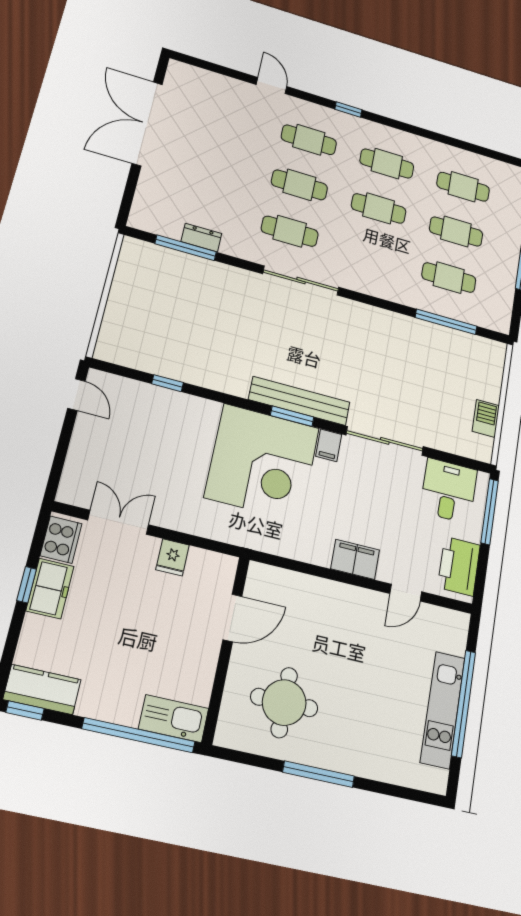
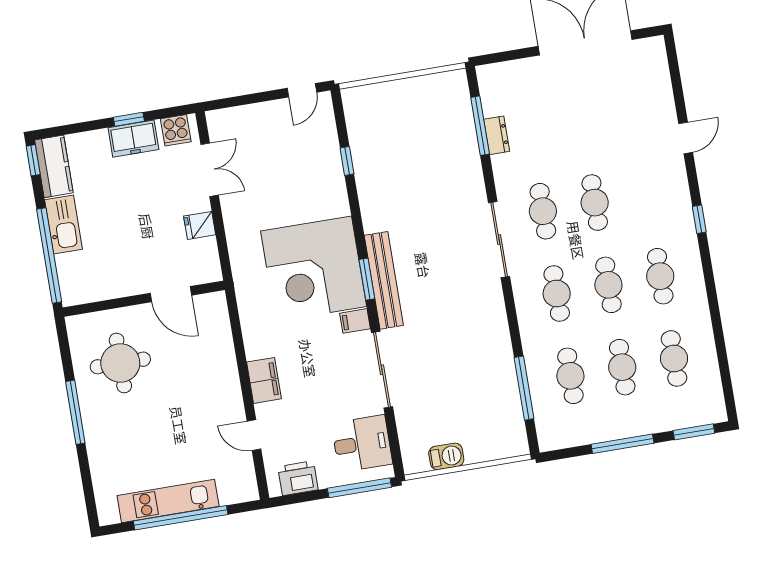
cafe table: (309, 140) -> (557, 294), moved
cooker: (61, 540) -> (176, 130), width x0.73
printer: (459, 566) -> (298, 478), width x0.73, depth x0.84
kitchen sink: (174, 719) -> (63, 224), moved

